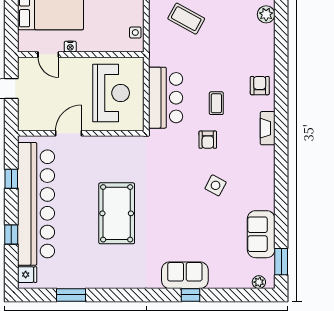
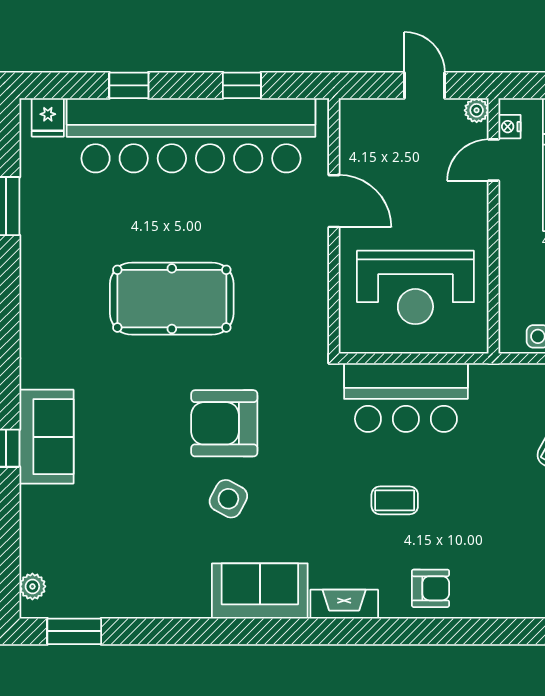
nightstand: (70, 47) -> (509, 127), moved
plant: (24, 63) -> (477, 110), added
armchair: (208, 140) -> (224, 423), moved, width x1.88, depth x1.88
sofa: (261, 234) -> (260, 591), moved

